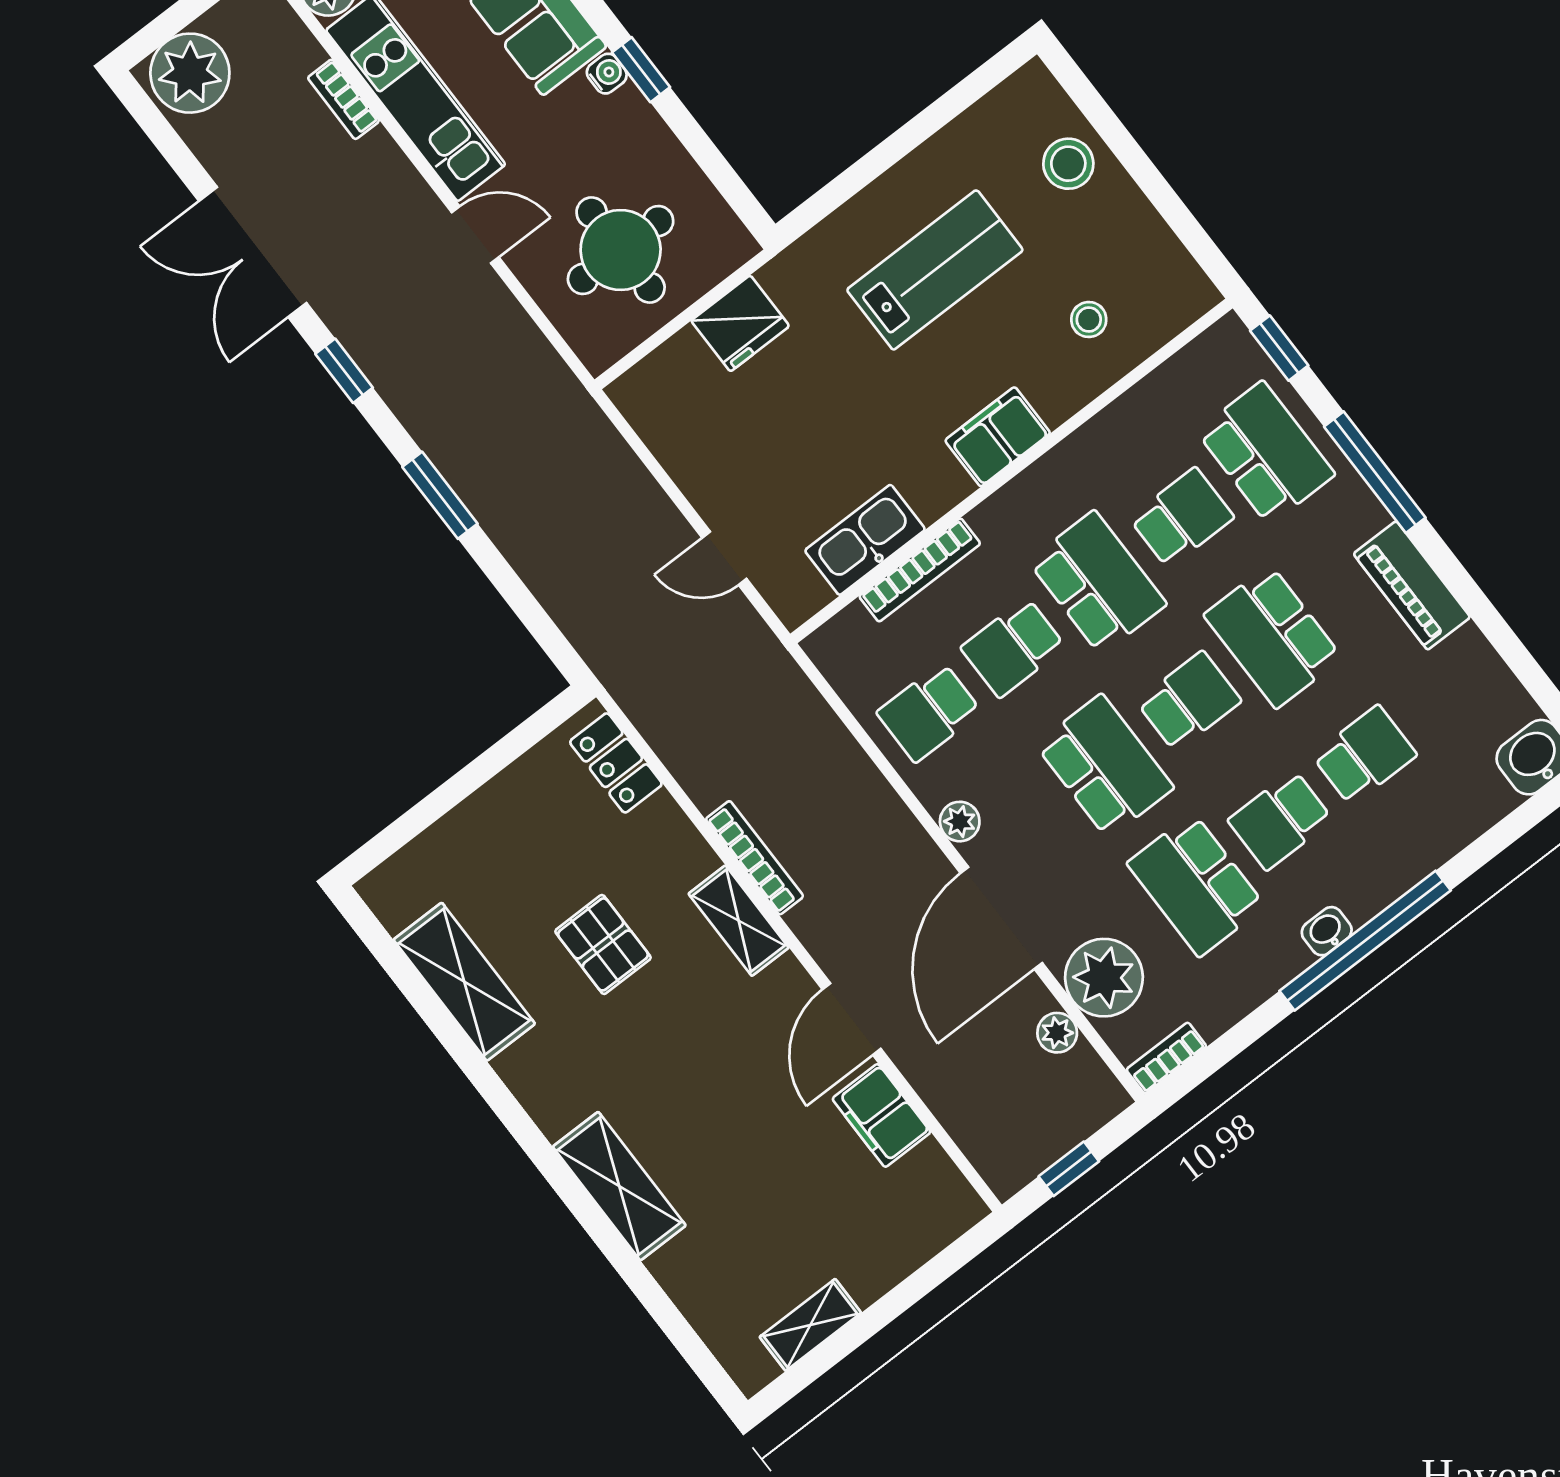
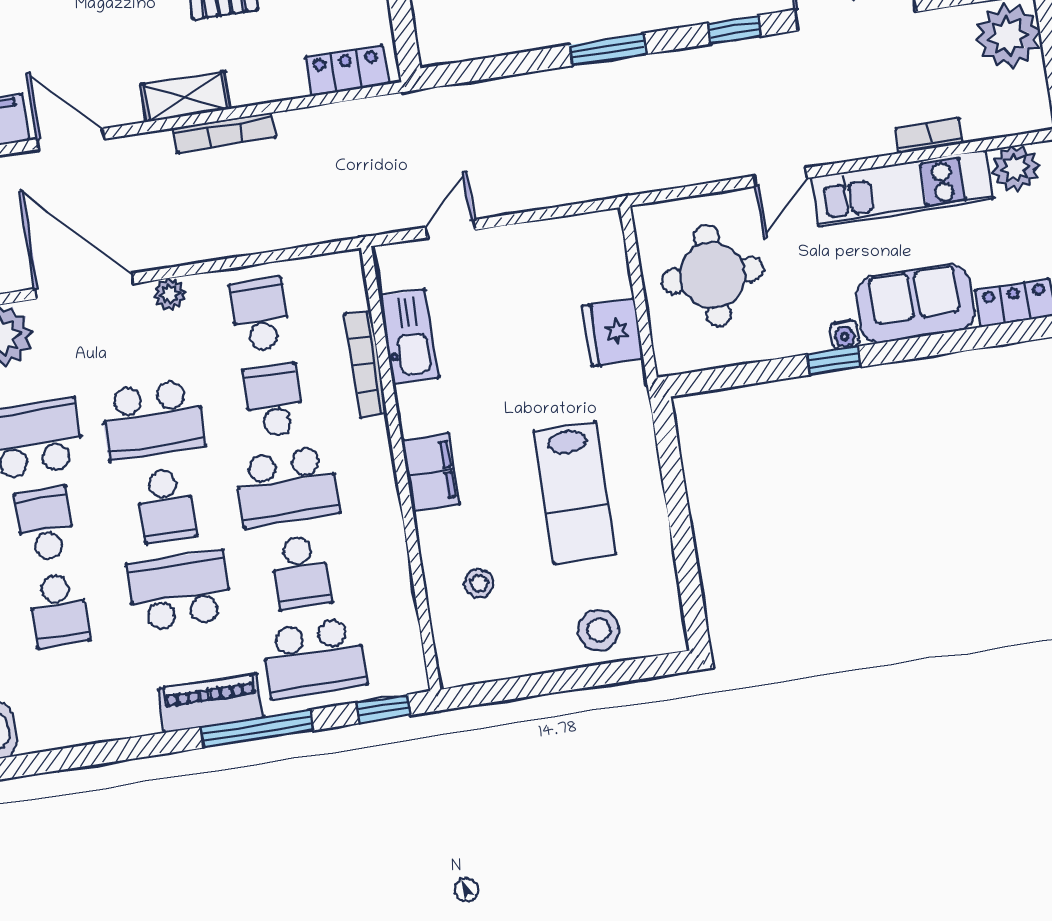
piano: (1412, 585) -> (211, 703), moved

